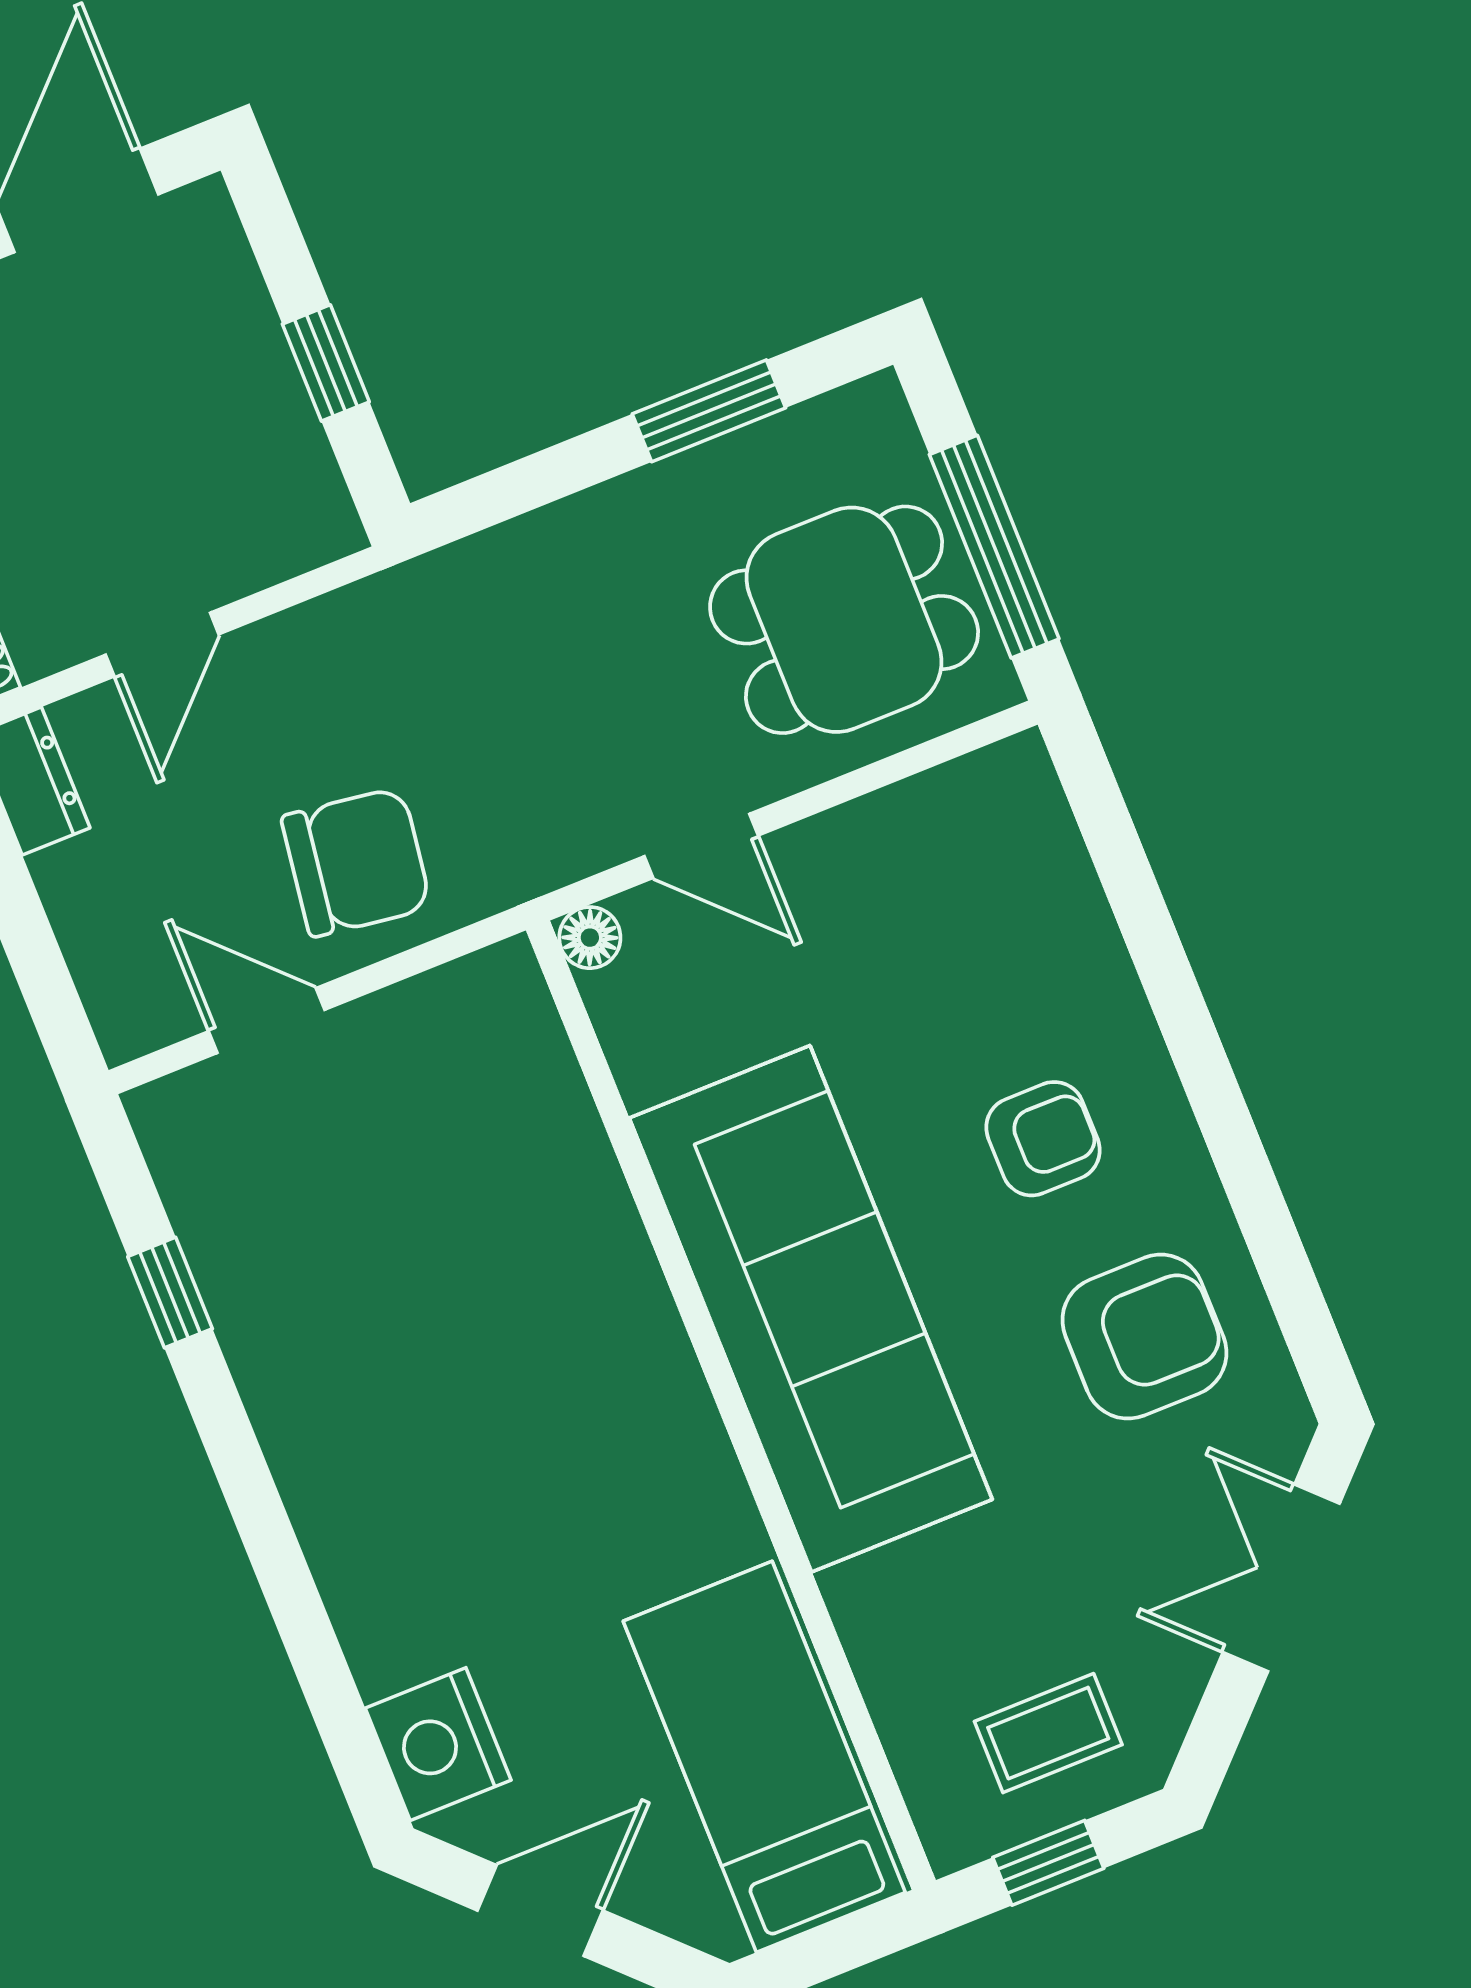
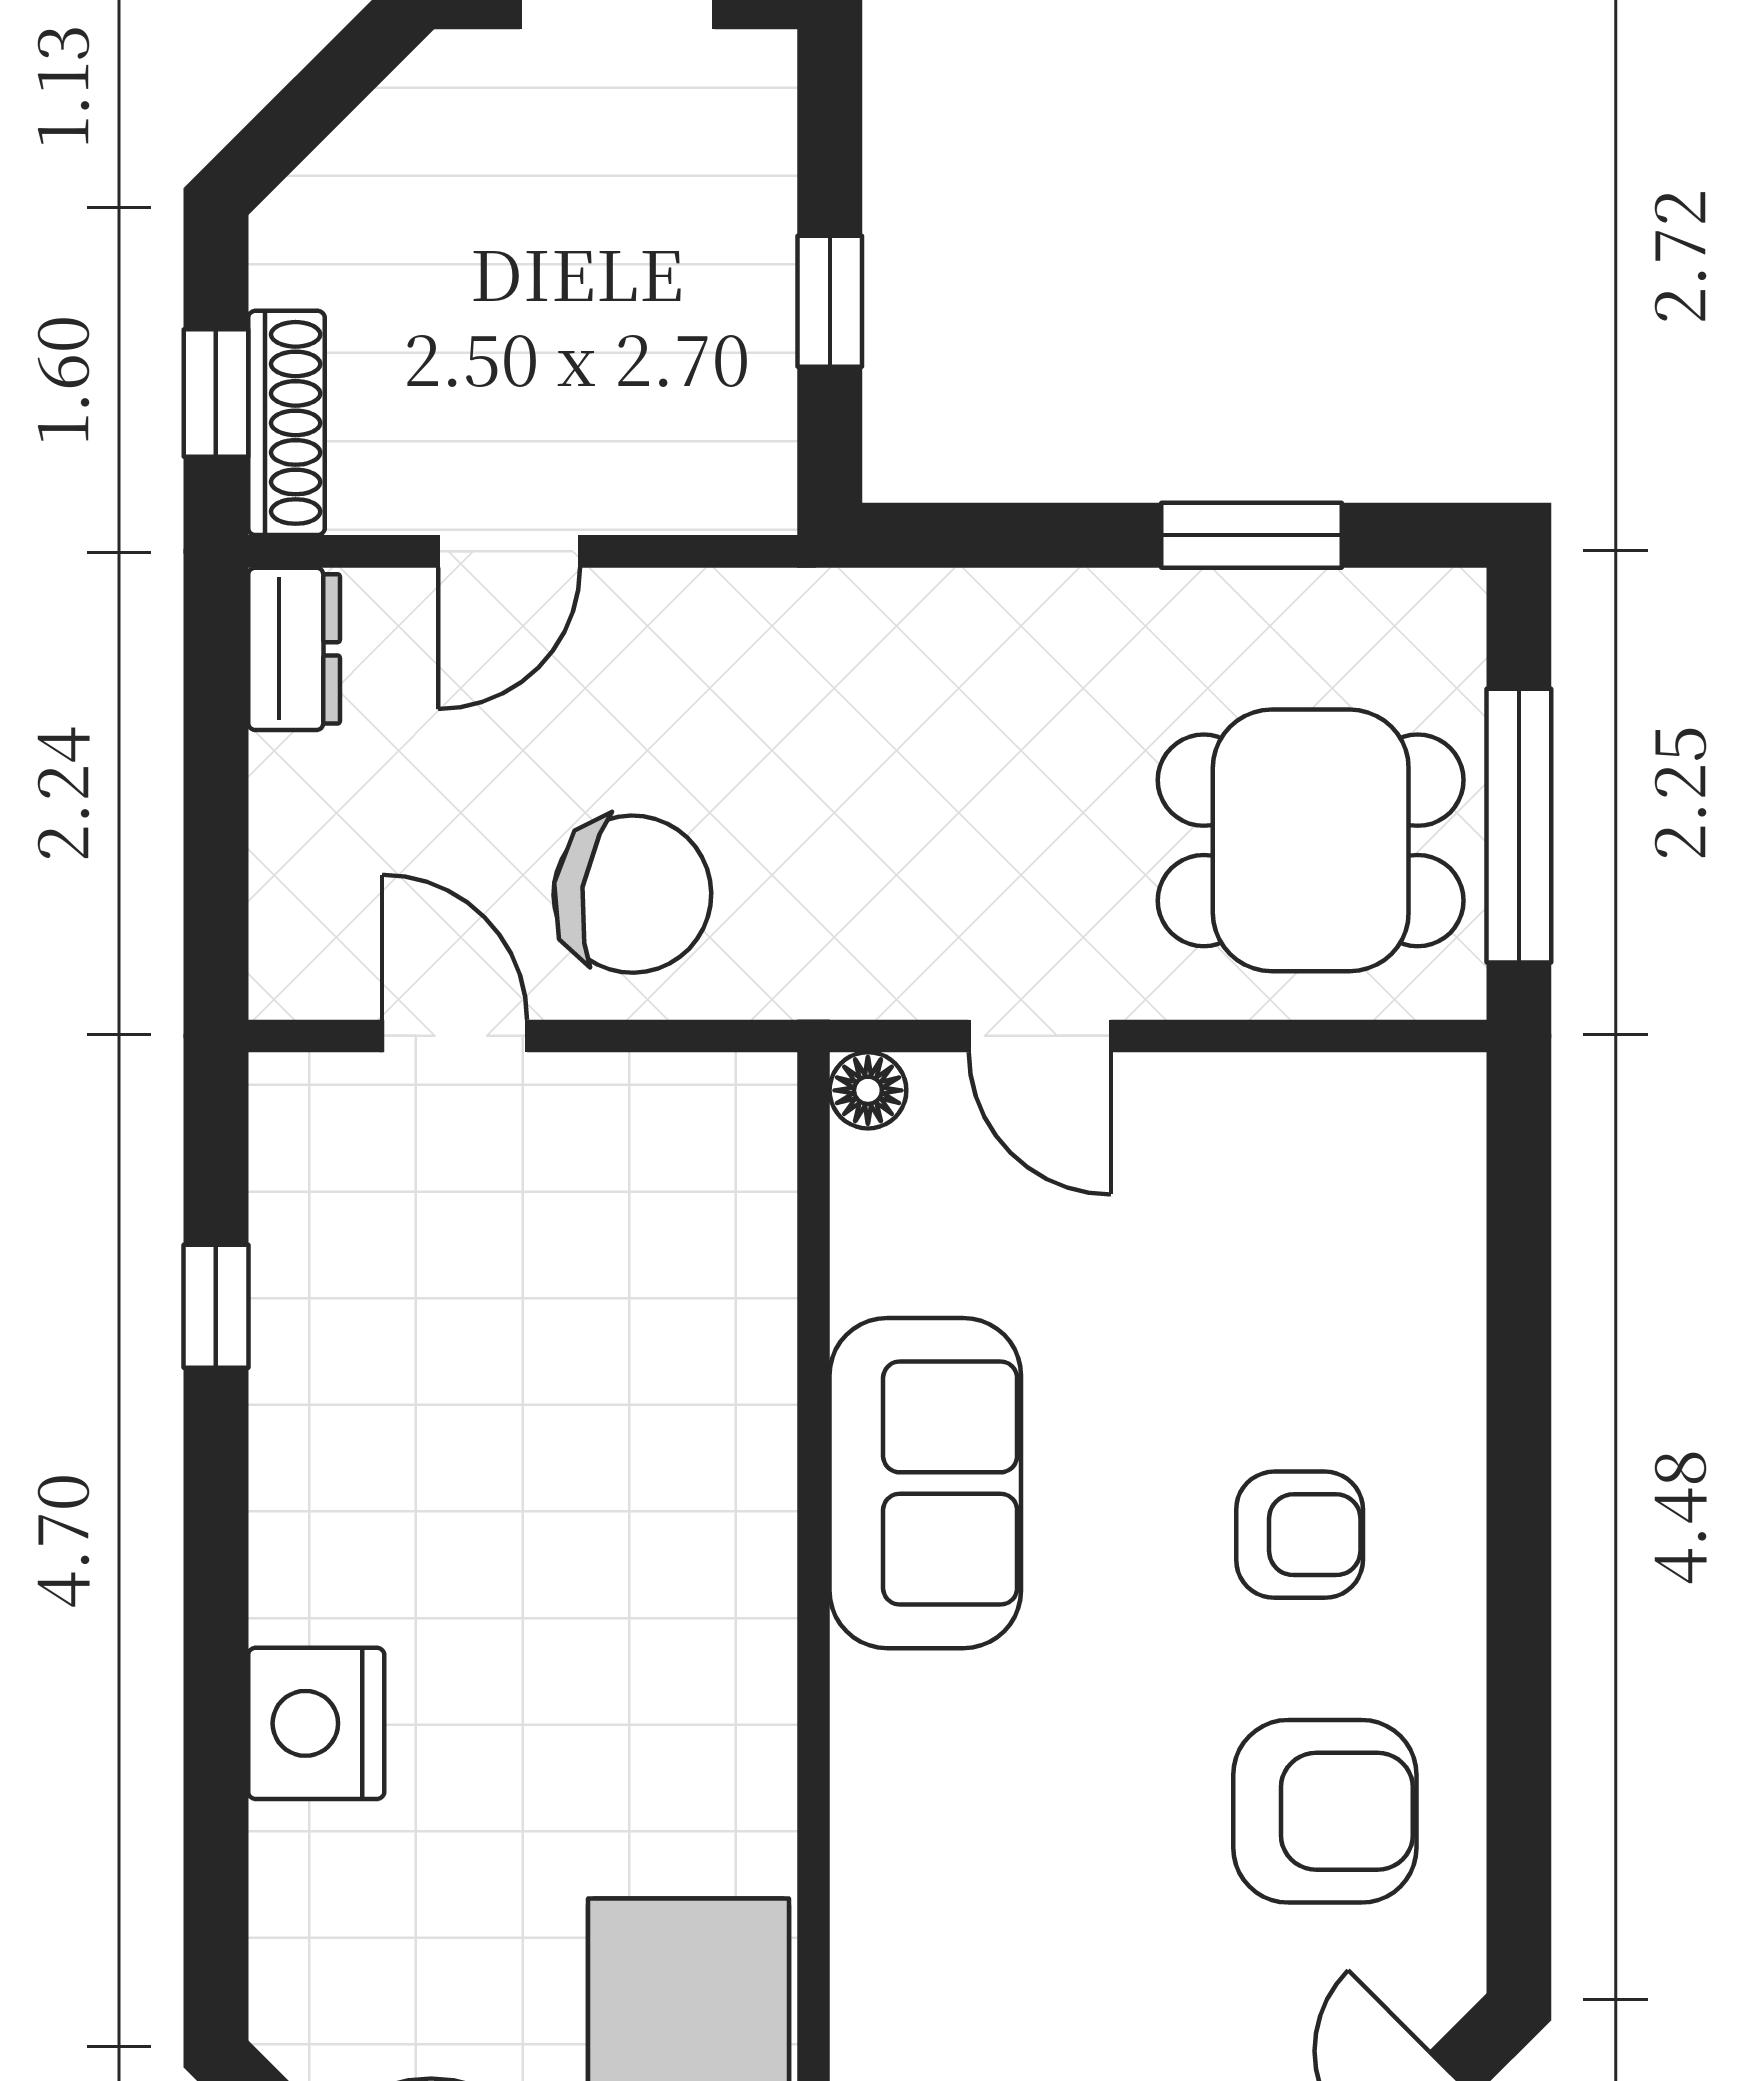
sofa: (811, 1309) -> (925, 1483), width x0.54, depth x0.79
nightstand: (438, 1744) -> (316, 1723), moved

